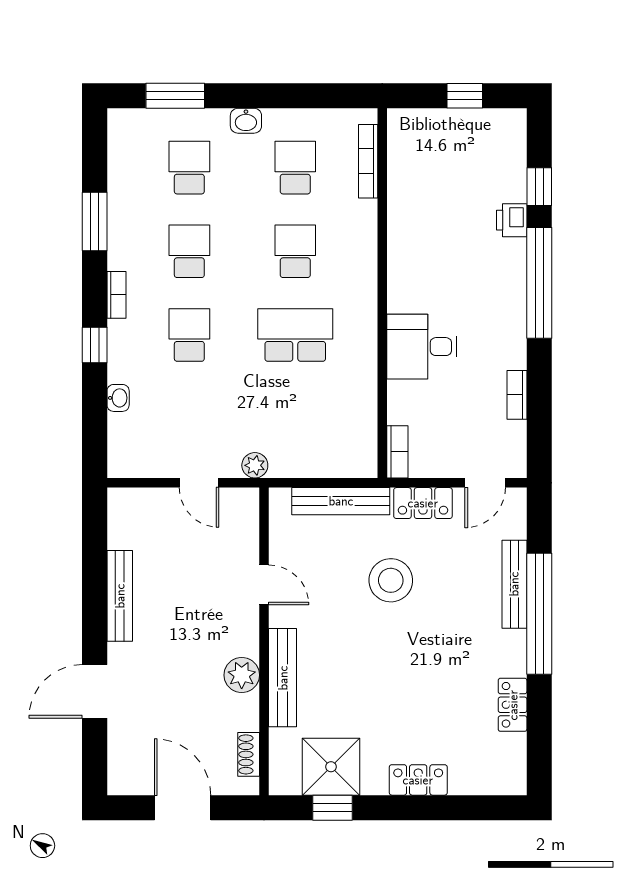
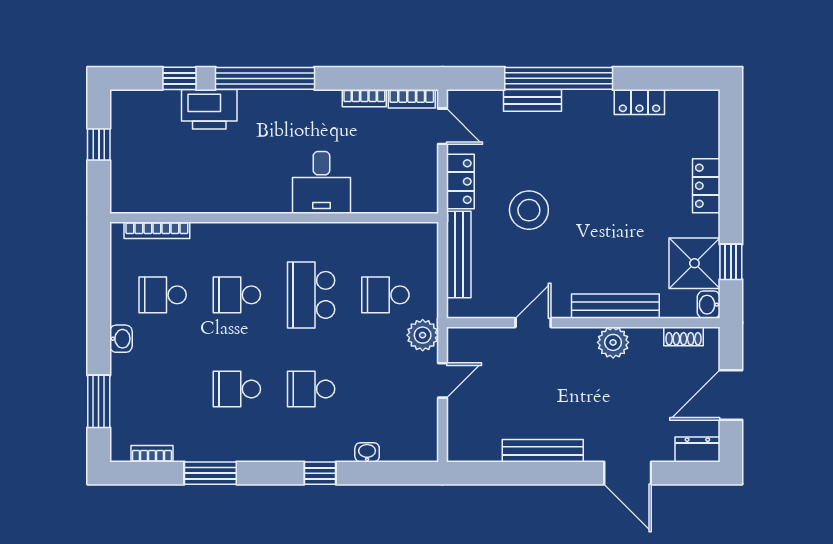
school desk: (189, 168) -> (385, 295), moved
printer: (512, 220) -> (209, 109), width x1.87, depth x1.48
bookcase: (116, 295) -> (152, 454), moved
bookcase: (397, 452) -> (412, 99), moved, turned 180
plant: (255, 465) -> (423, 335), width x1.38, depth x1.38
bench: (514, 584) -> (532, 100), width x0.73
dresser: (121, 770) -> (697, 449), added
washbasin: (284, 783) -> (709, 305), added

